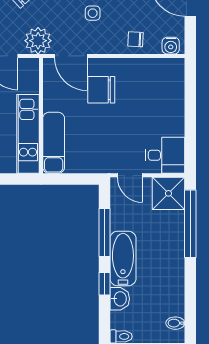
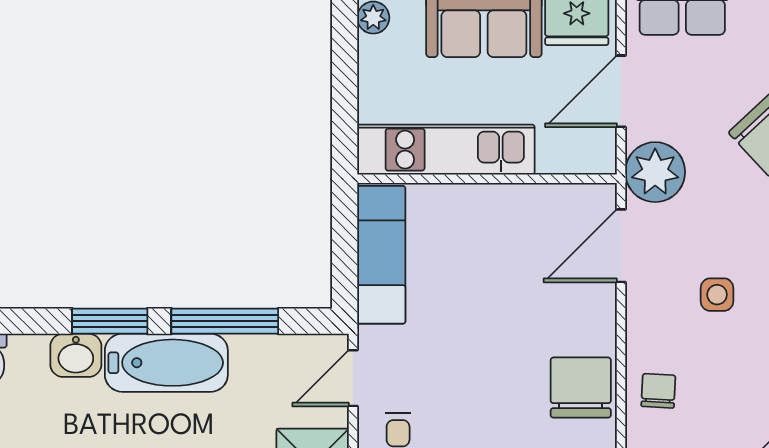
chair: (101, 90) -> (581, 388), moved
exam couch: (54, 143) -> (381, 255), moved, turned -90
window: (104, 284) -> (110, 321), width x1.50

